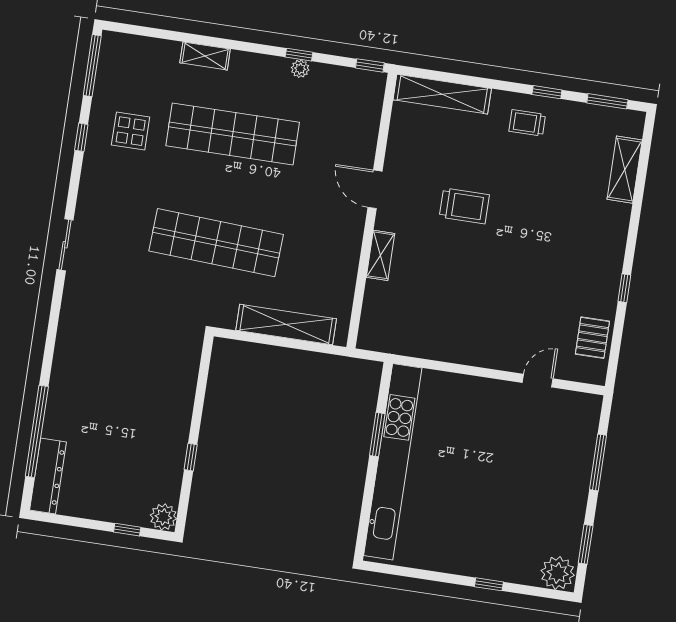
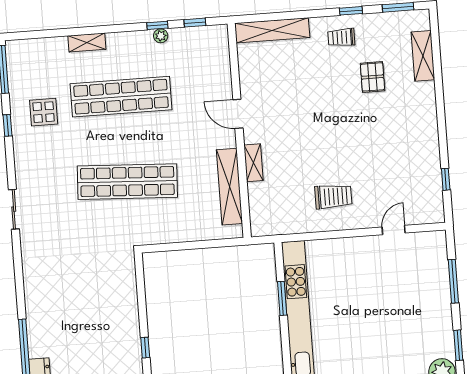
window: (370, 65) -> (195, 23), moved
trolley: (464, 206) -> (333, 196), moved
window: (624, 288) -> (446, 179), moved
shelving: (286, 324) -> (230, 187), moved, turned 90
pallet: (592, 338) -> (373, 77), moved

